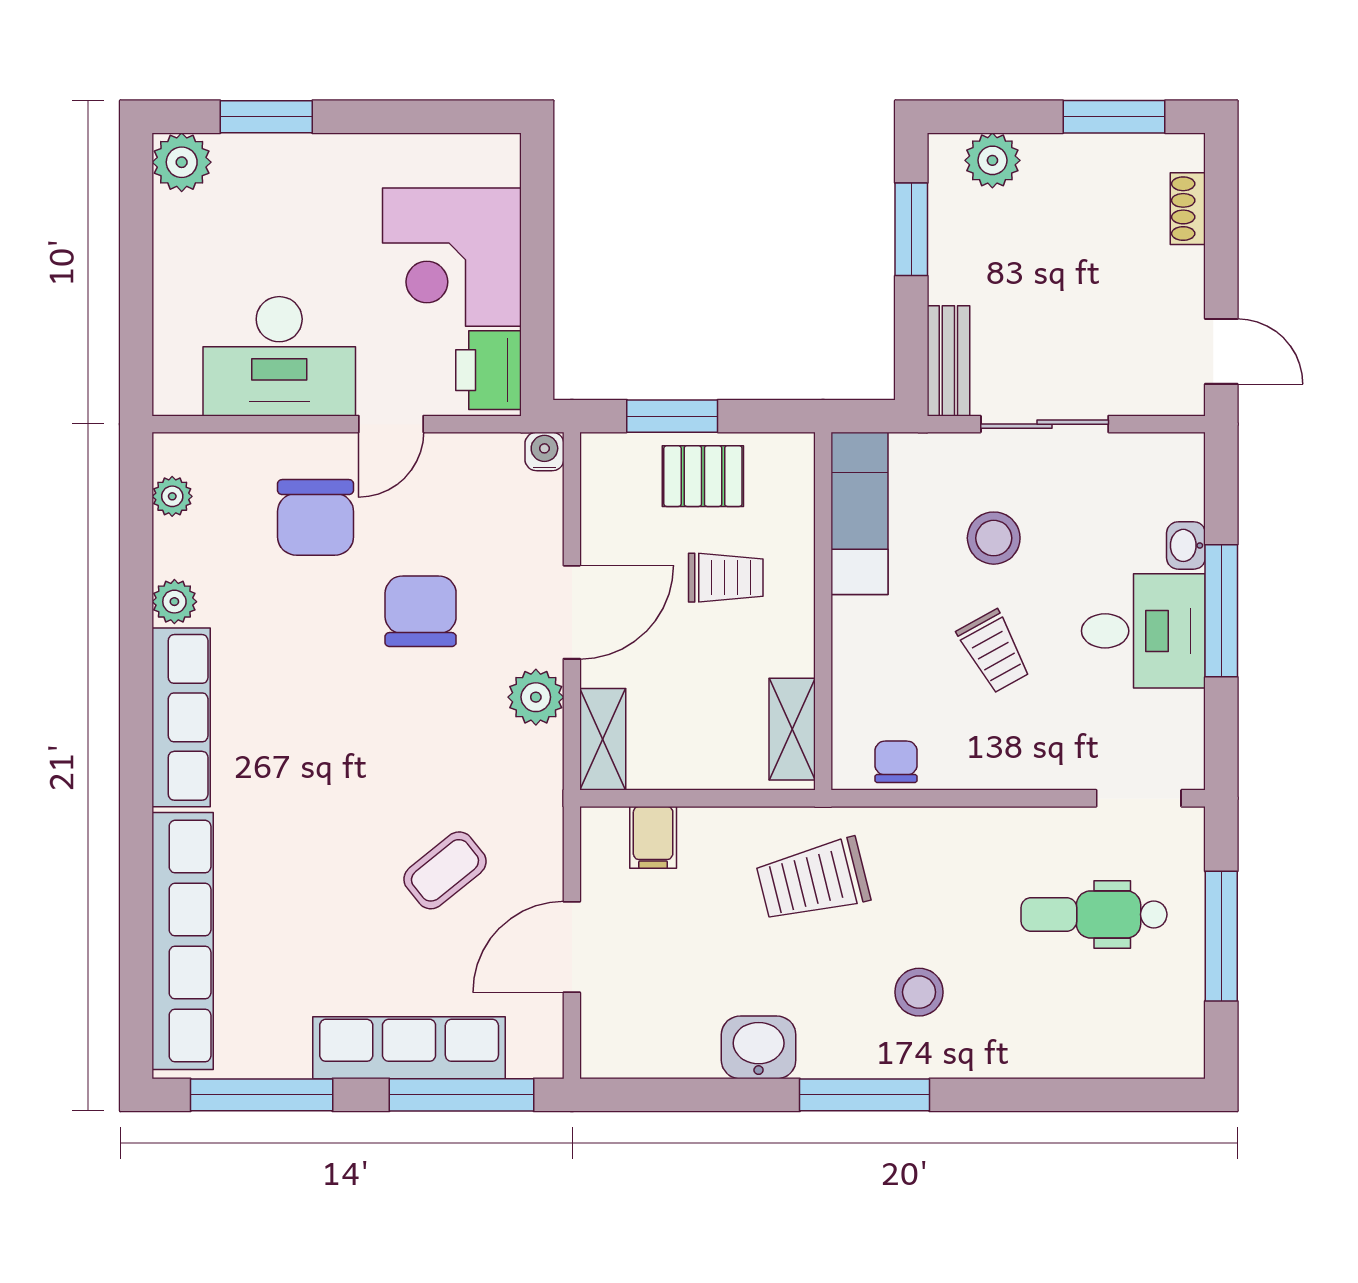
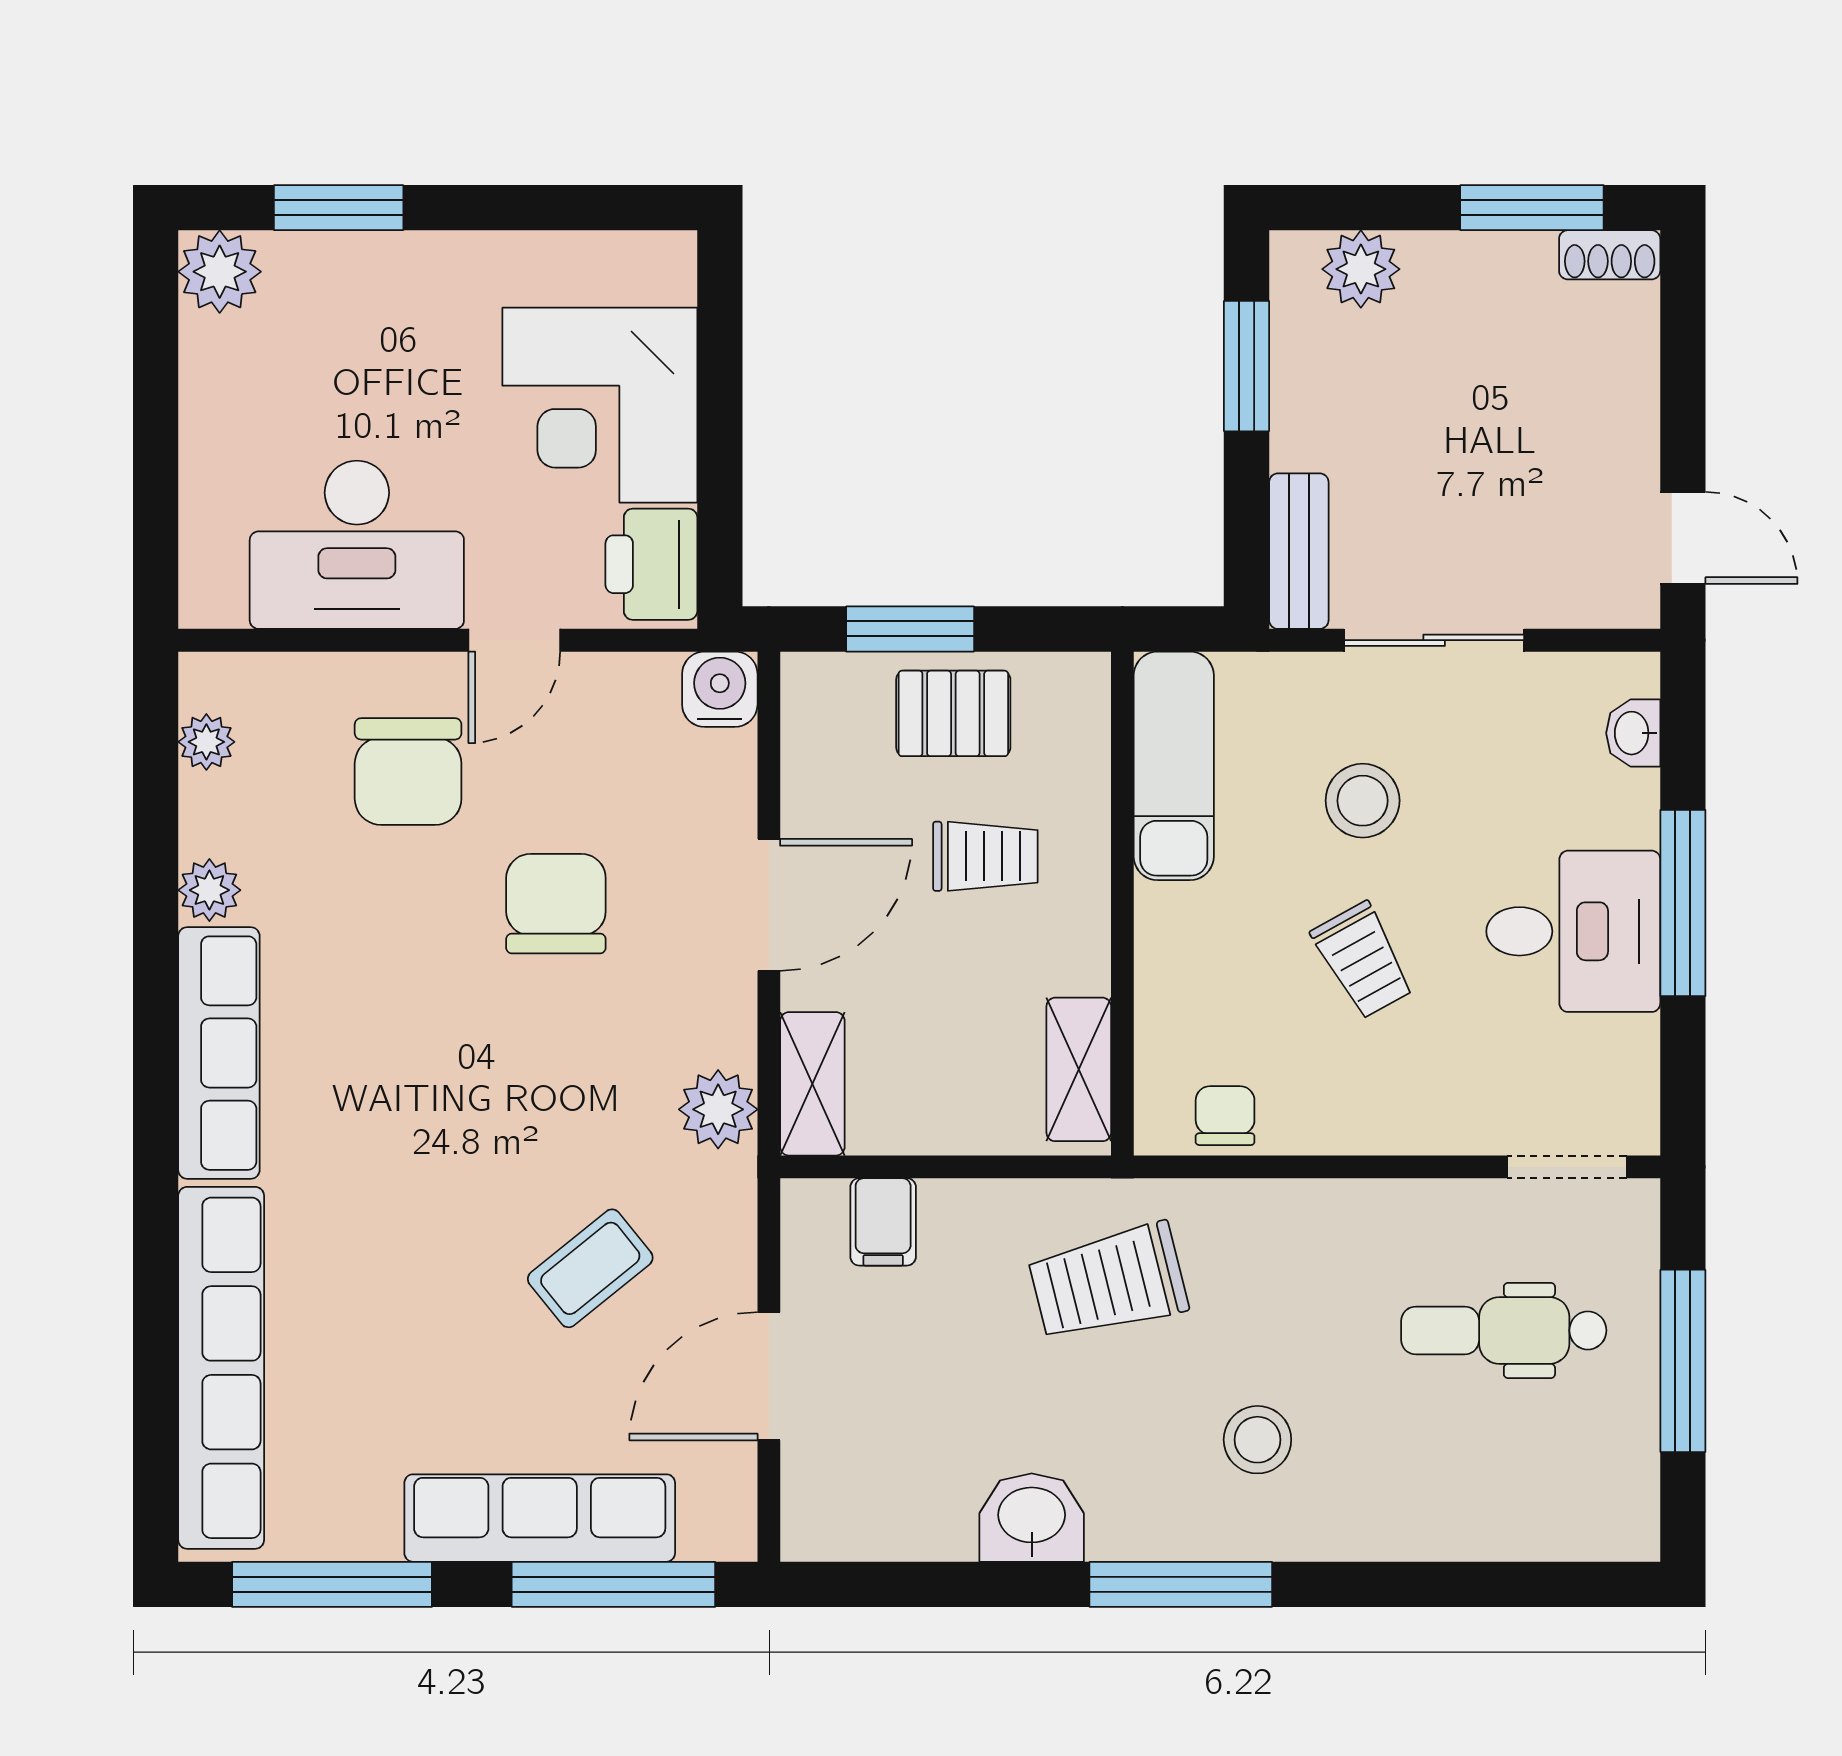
shoe rack: (1188, 209) -> (1610, 255), moved, turned -90
water cooler: (544, 451) -> (720, 689), width x1.38, depth x1.38
washbasin: (1186, 545) -> (1633, 733), moved
plant: (536, 697) -> (718, 1109), moved

